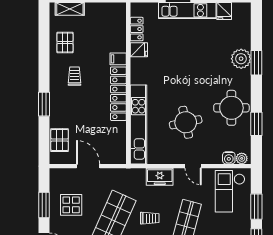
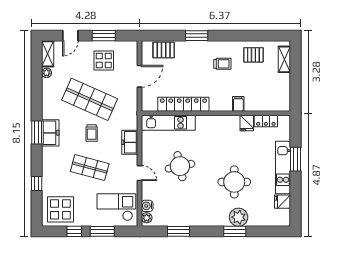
locker: (118, 94) -> (183, 104), moved
round table: (231, 108) -> (234, 182), moved
kitchen unit: (139, 124) -> (168, 123), width x0.73
door: (193, 166) -> (140, 173), swing flipped

